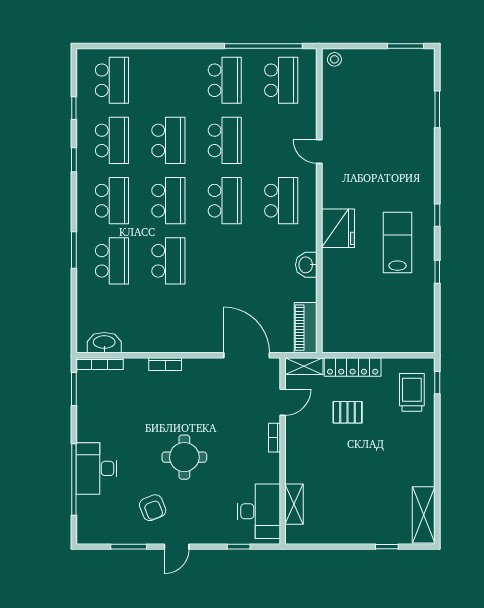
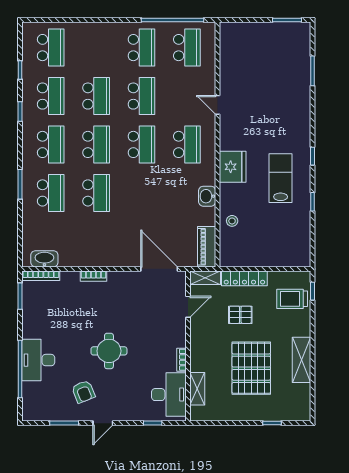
stool: (334, 59) -> (232, 221), moved
trolley: (412, 392) -> (292, 299), turned -90
bookcase: (274, 438) -> (182, 360), moved
pallet: (361, 479) -> (251, 368), added
shelving: (424, 515) -> (302, 360), moved

